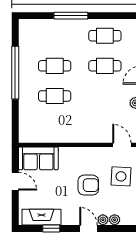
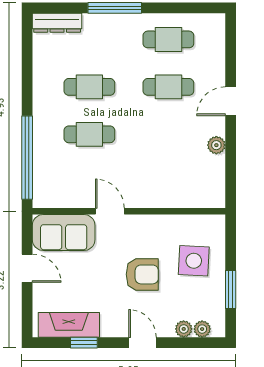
dresser: (34, 25) -> (57, 23), added
window: (15, 73) -> (27, 158), moved
door: (122, 145) -> (110, 211), moved
plant: (103, 220) -> (202, 329), moved

